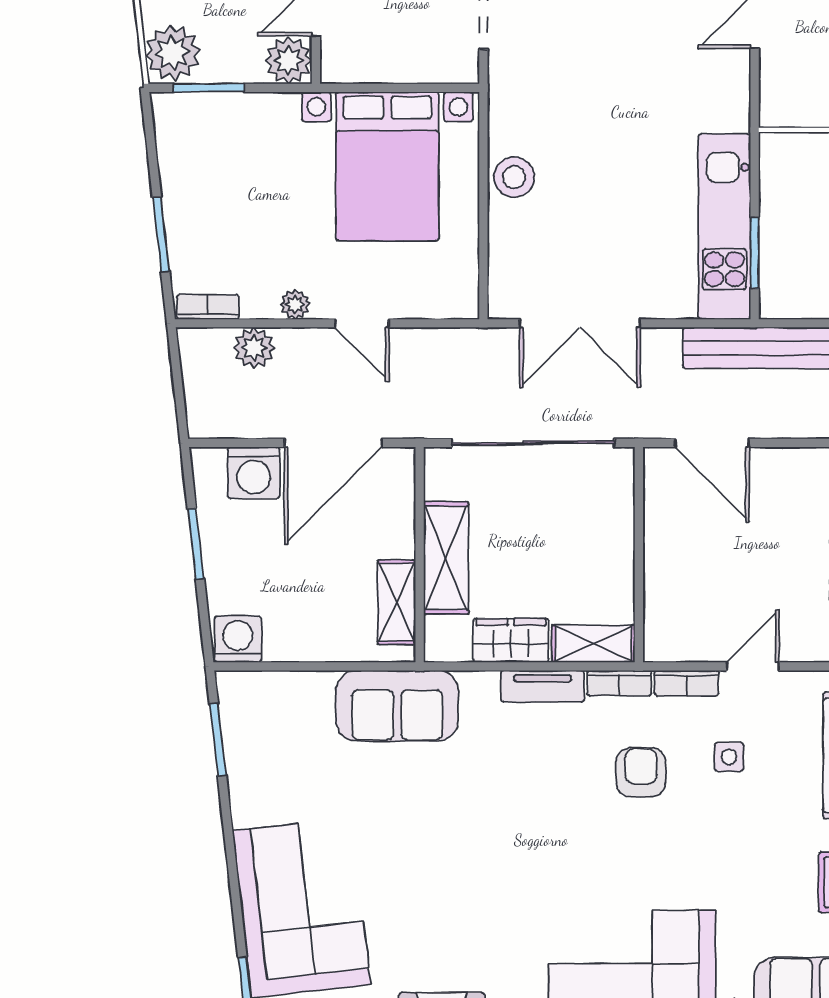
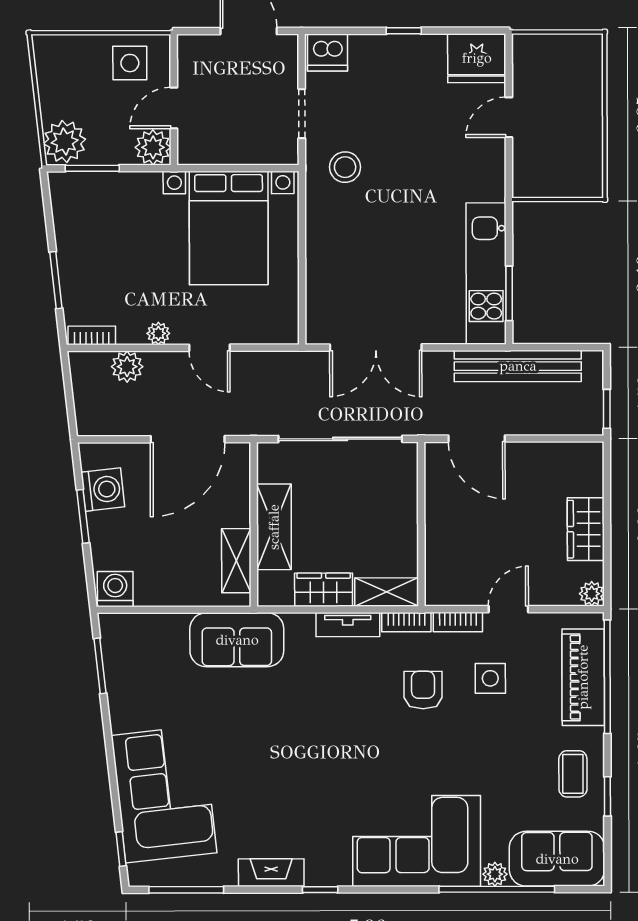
stool: (514, 177) -> (345, 167), moved
washing machine: (254, 473) -> (103, 489), moved, turned -96
side table: (729, 757) -> (490, 678), width x1.37, depth x1.37

